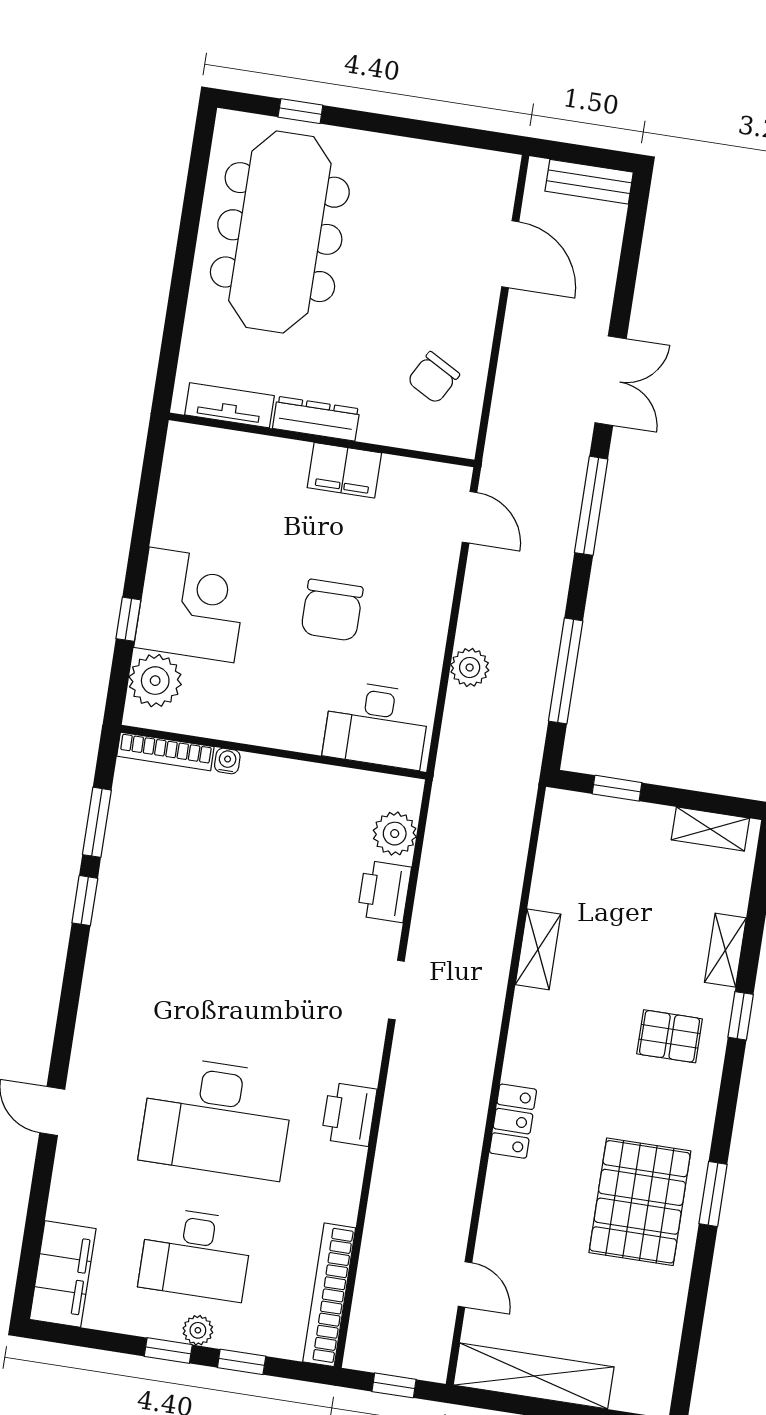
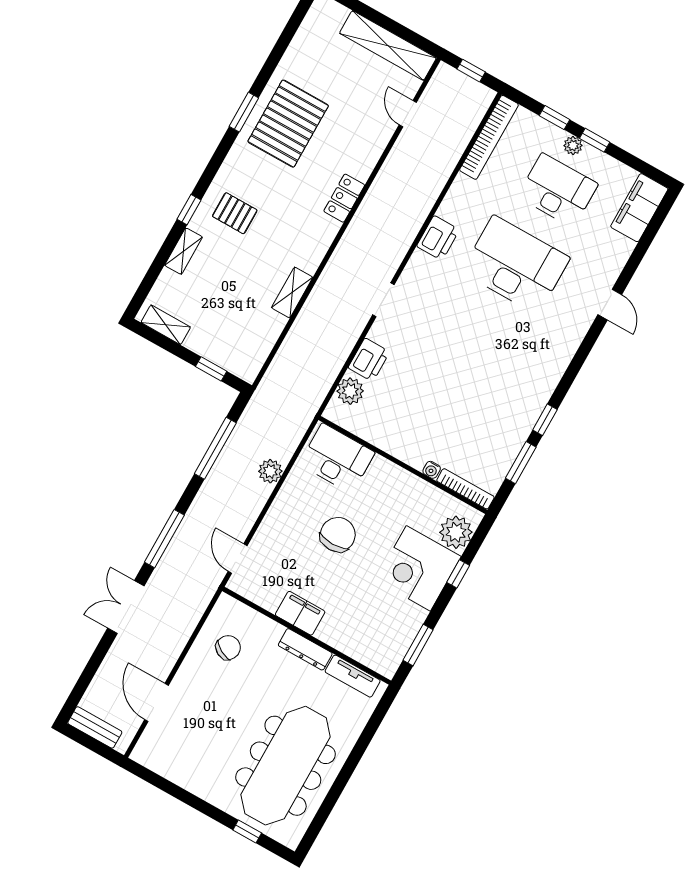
window: (148, 489) -> (418, 645), added

